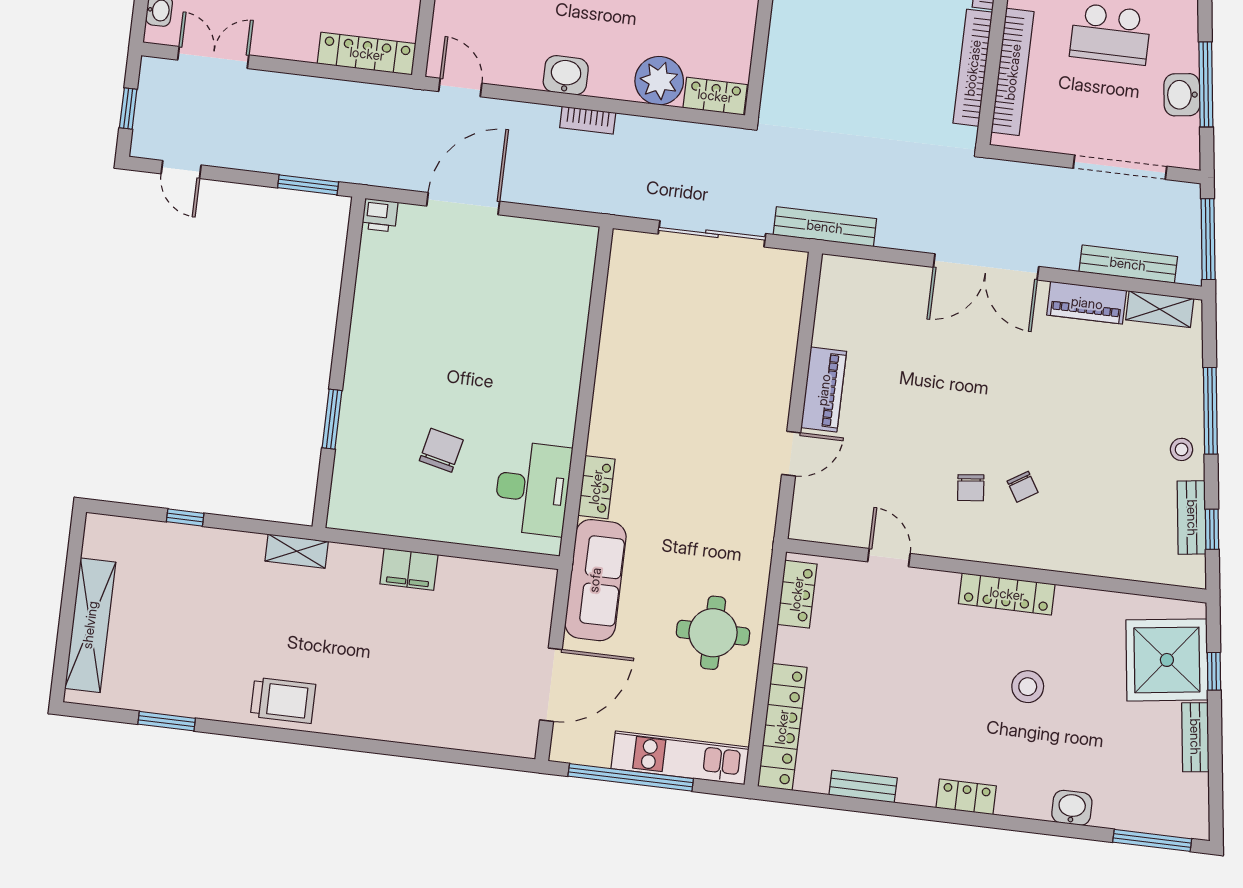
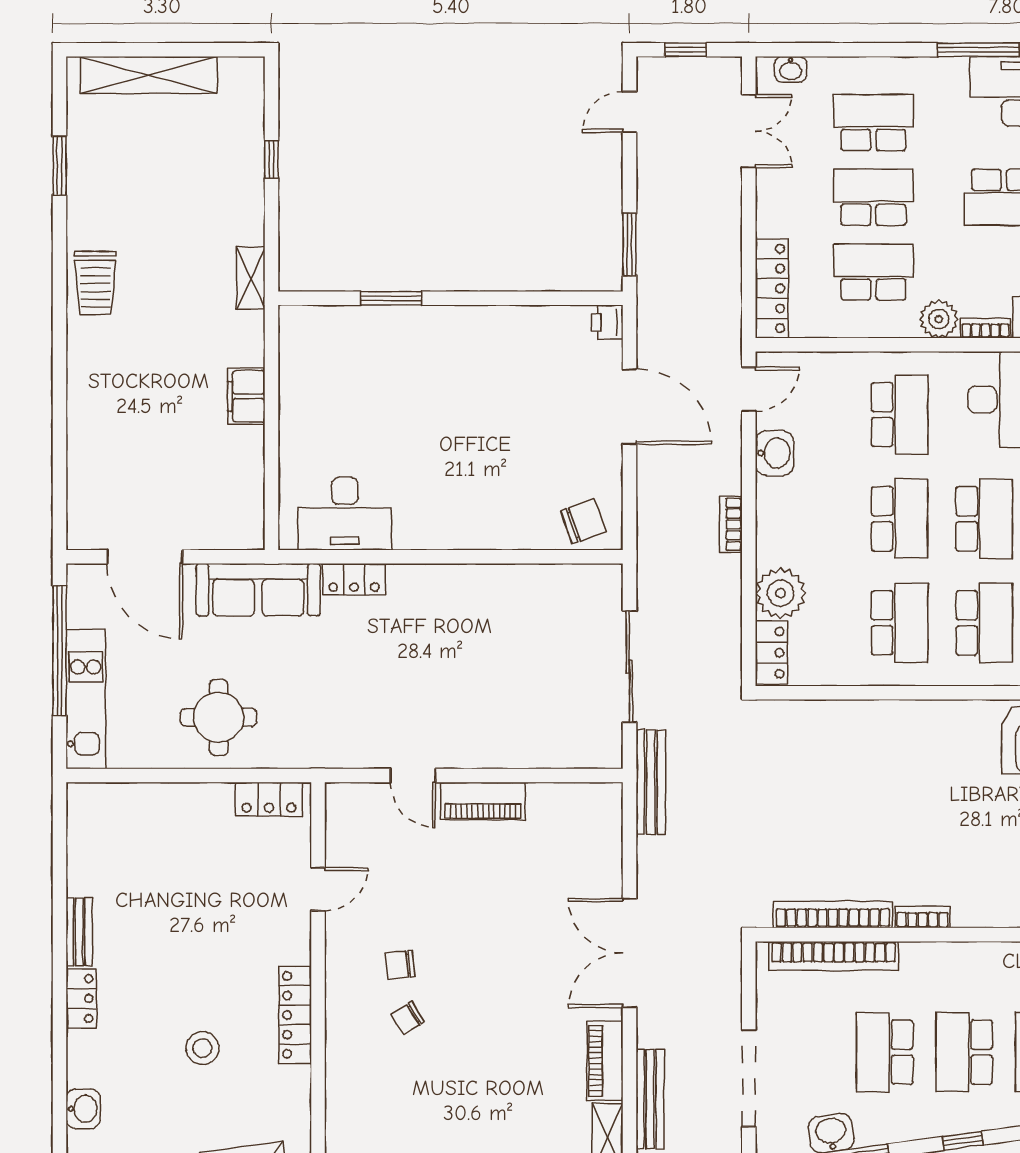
washbasin: (566, 75) -> (774, 453), moved
chair: (441, 450) -> (583, 521), moved, turned -33
locker: (782, 727) -> (130, 800), removed
bench: (863, 786) -> (79, 932), moved

